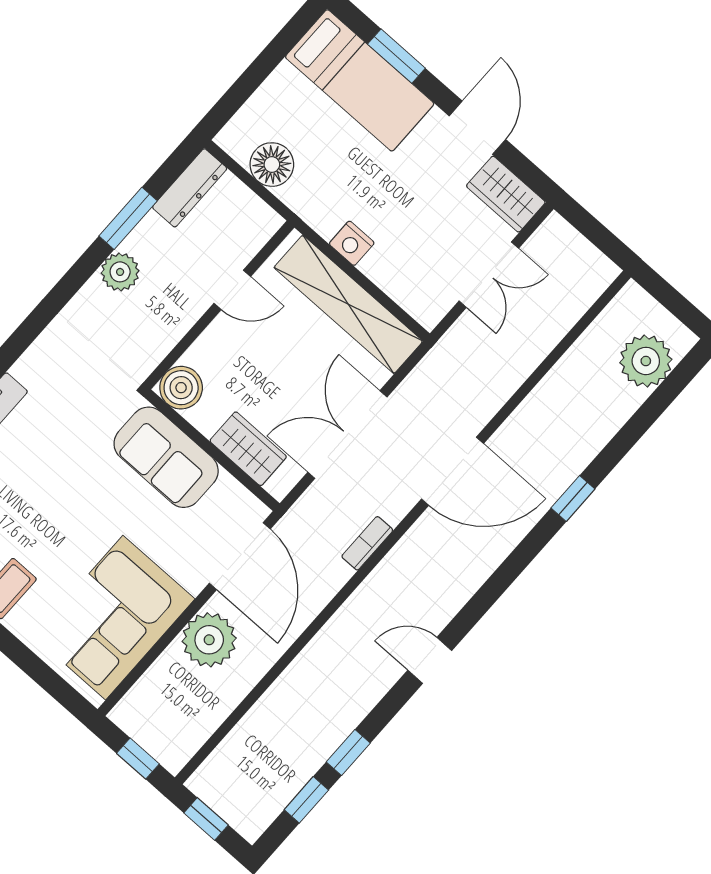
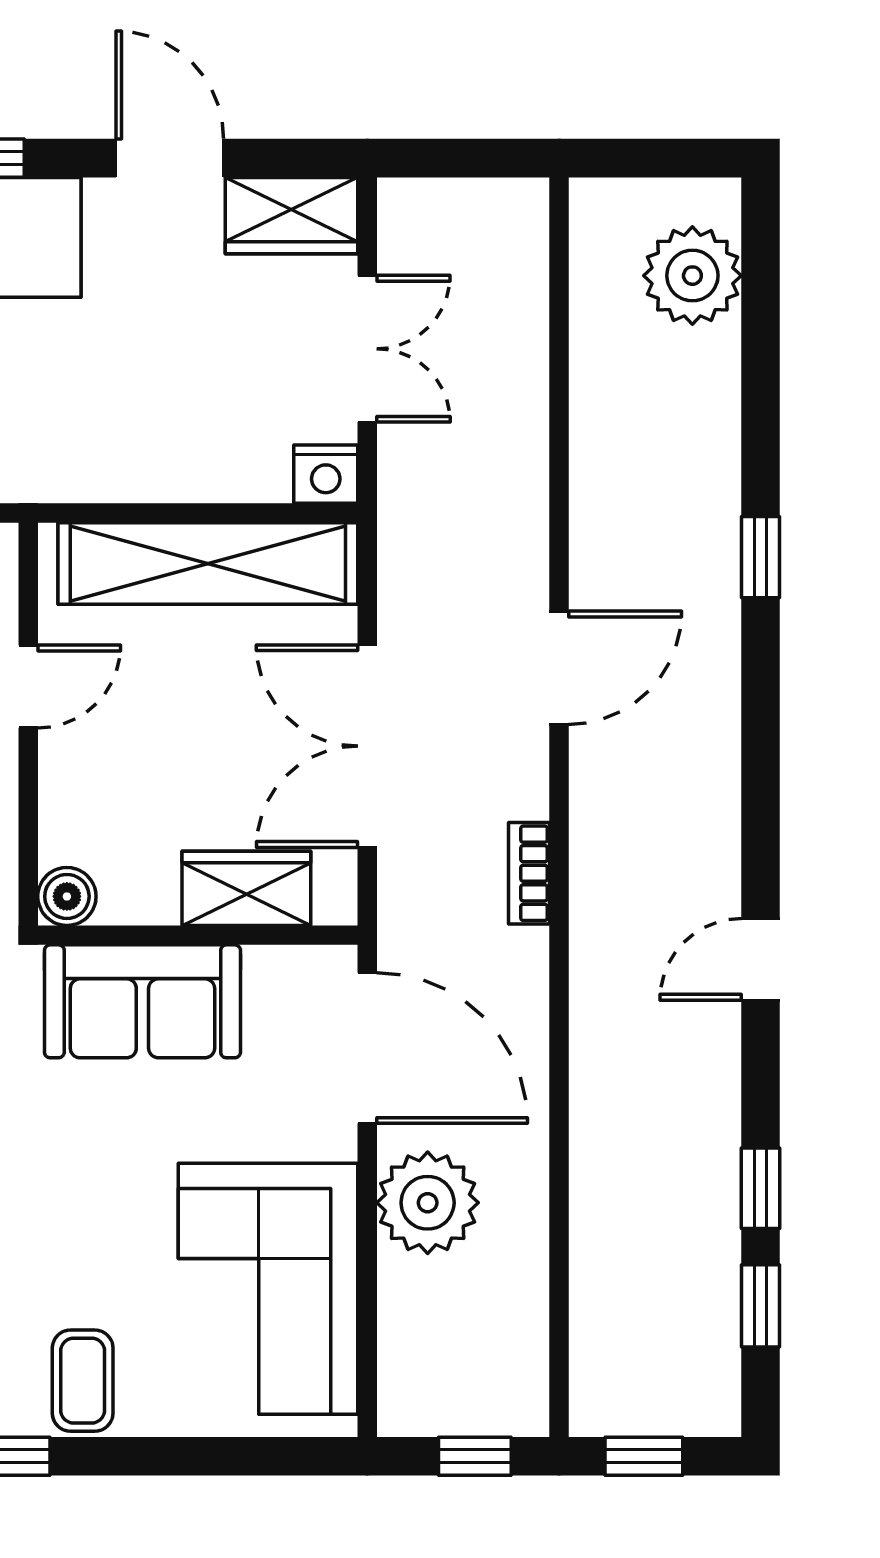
nightstand: (352, 243) -> (326, 474), moved
boiler: (181, 388) -> (67, 896), width x0.73, depth x0.73
door: (453, 471) -> (559, 668), width x0.73

